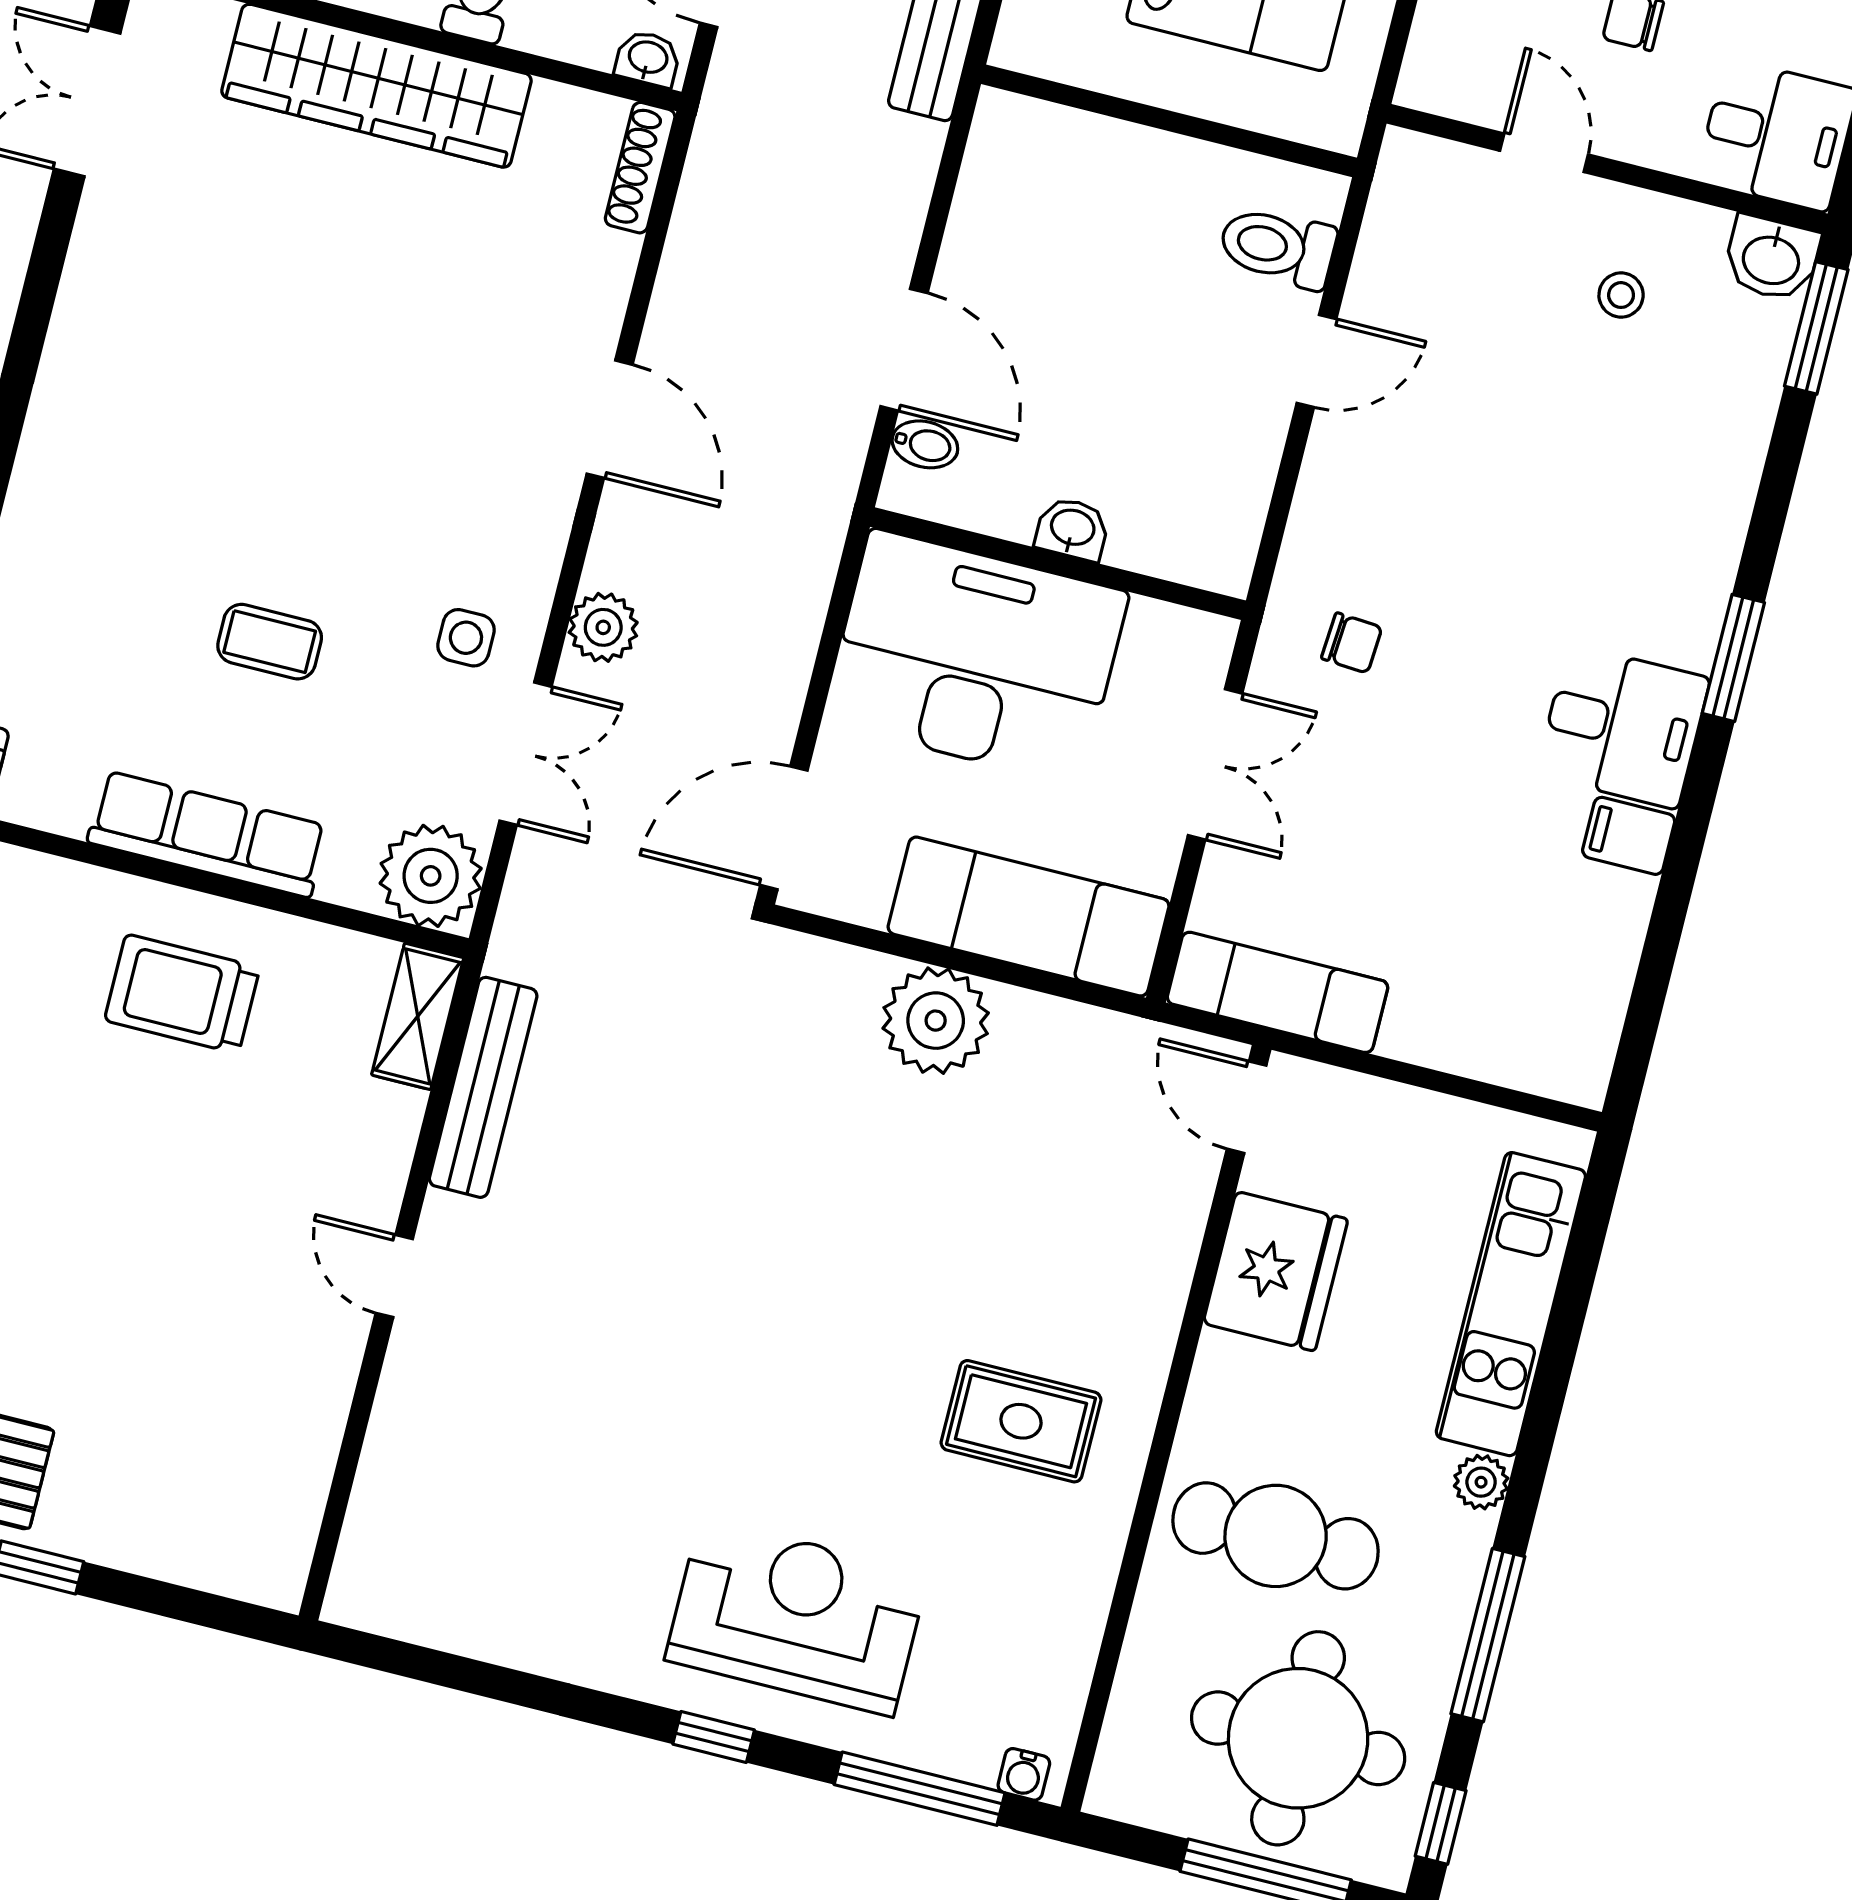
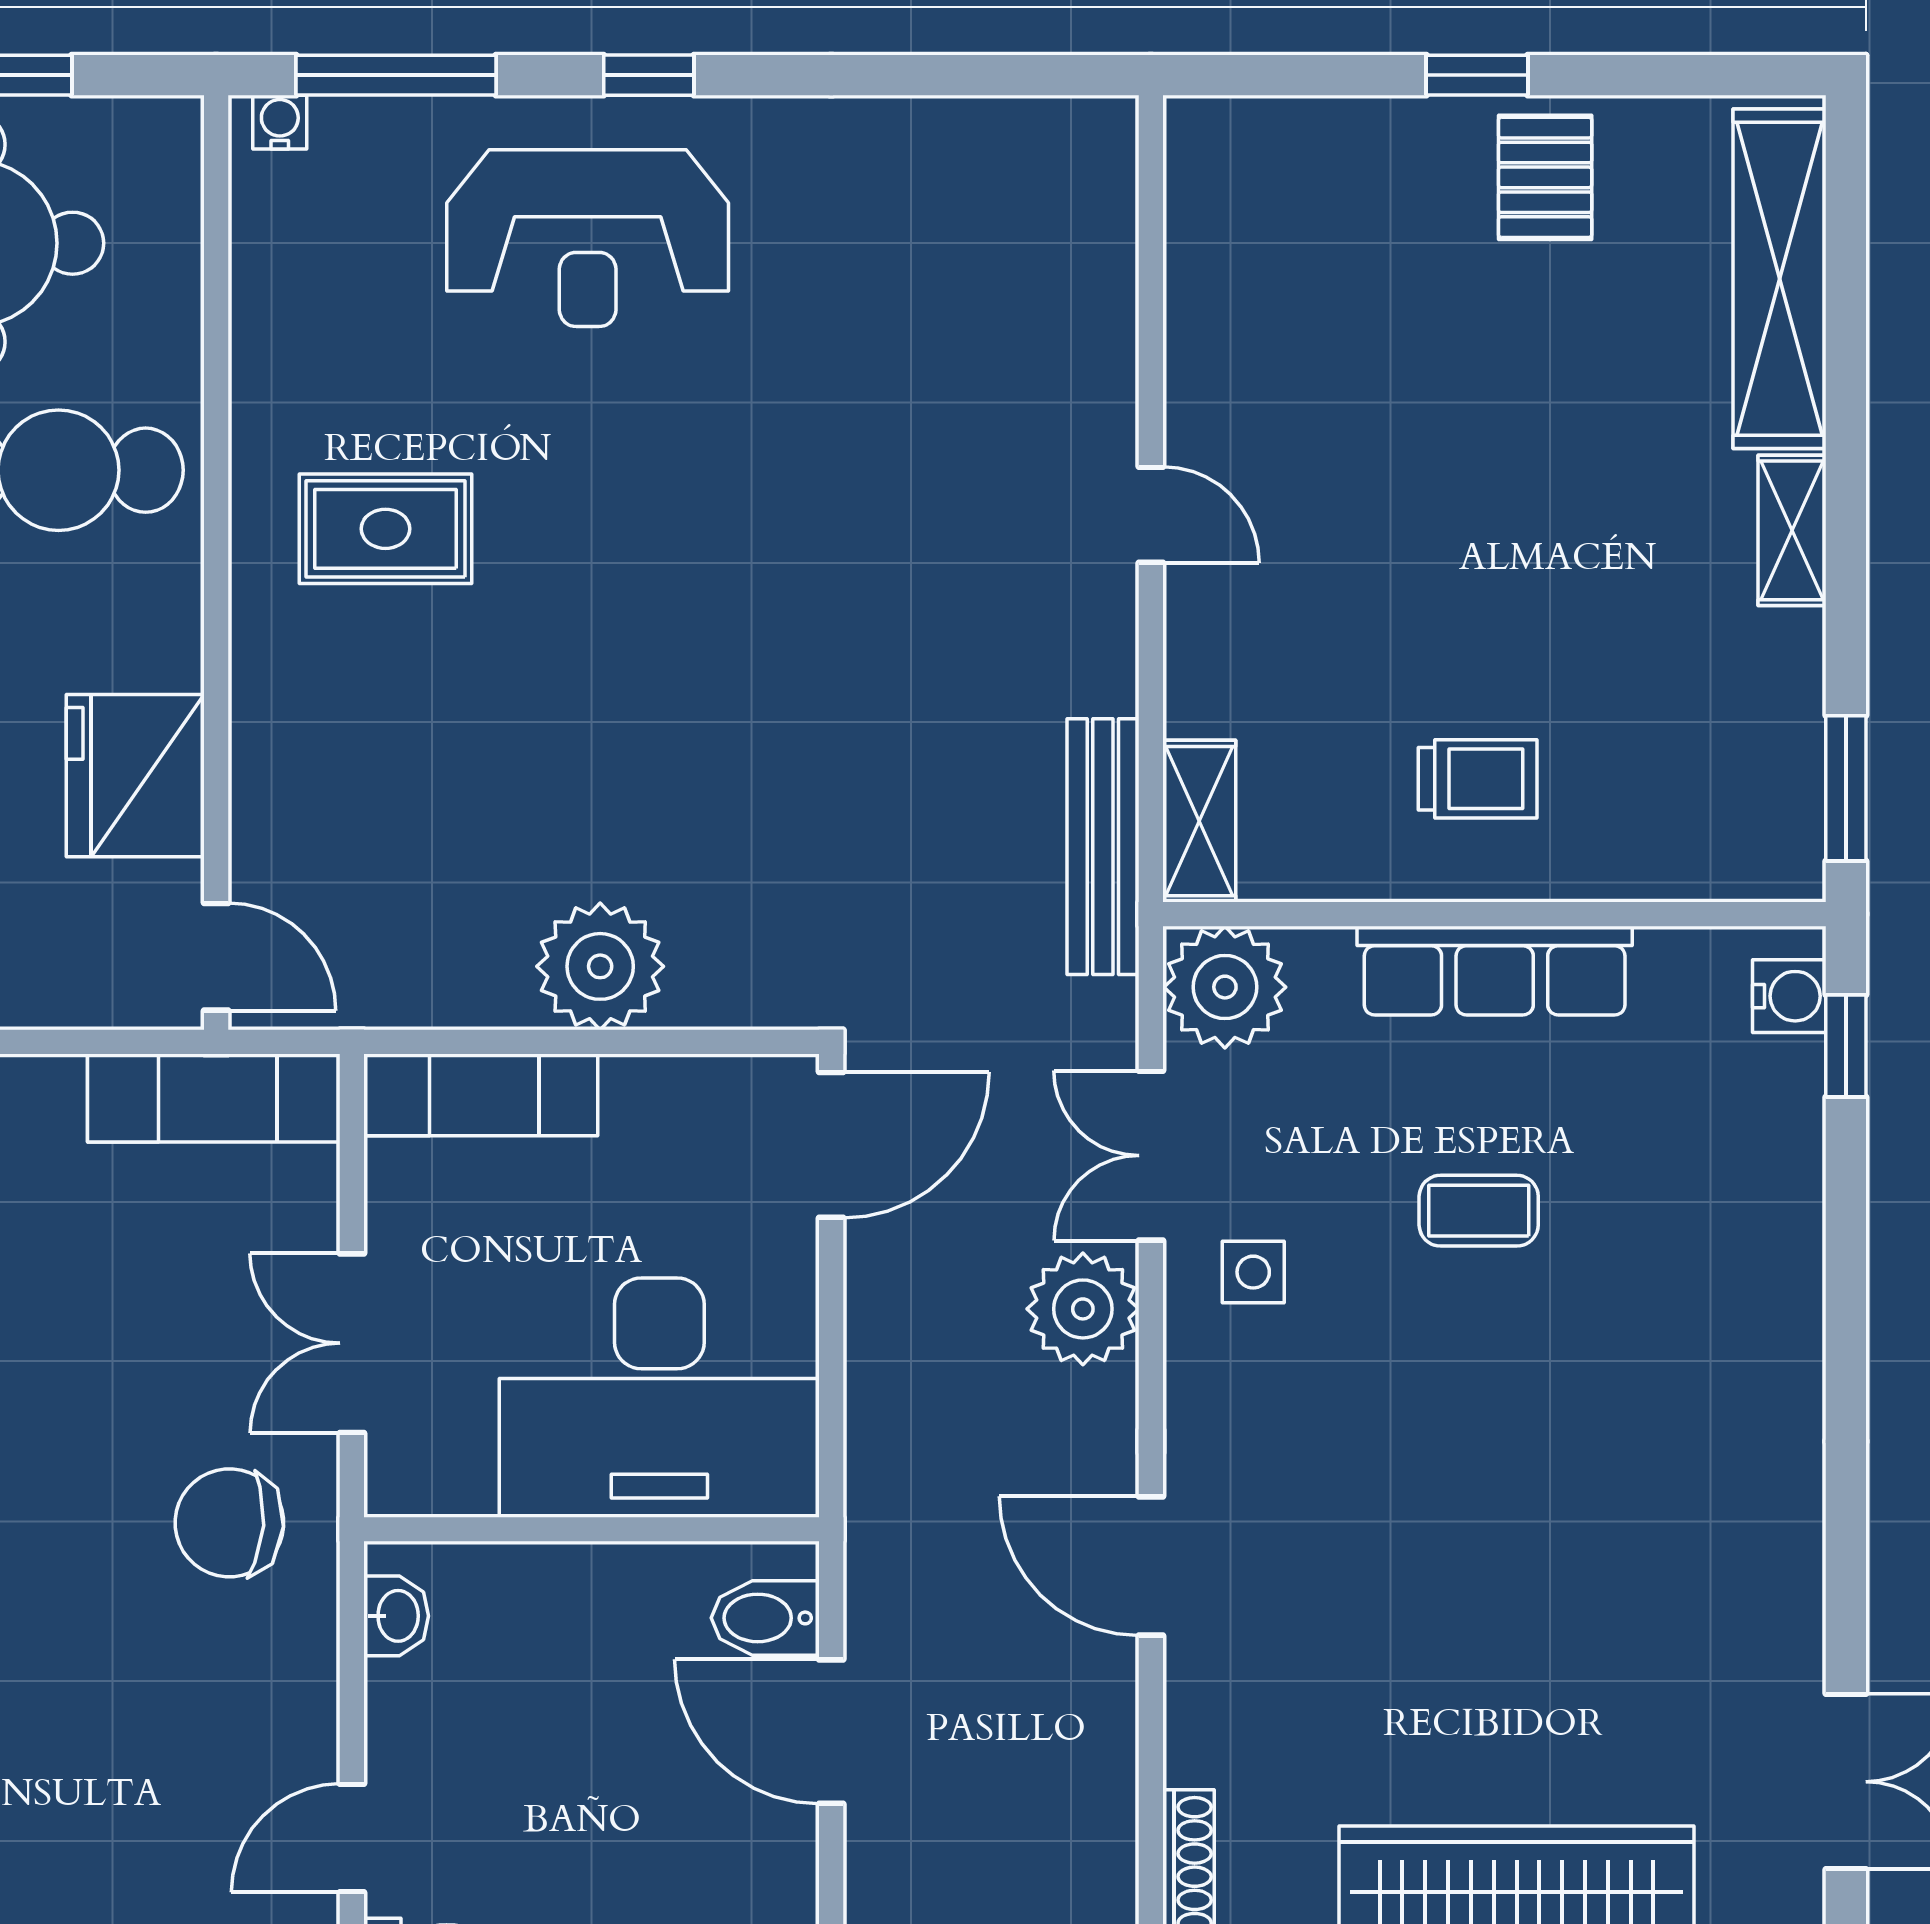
bidet: (925, 444) -> (765, 1618), width x1.38, depth x1.36
washbasin: (1072, 529) -> (396, 1616), moved, turned -90
plant: (603, 627) -> (1083, 1309), width x1.36, depth x1.36
chair: (1352, 643) -> (229, 1523), width x1.87, depth x1.87
exam couch: (1028, 916) -> (481, 1095), width x0.73, depth x0.69
trolley: (182, 994) -> (1478, 779), width x0.73, depth x0.72
bench: (483, 1087) -> (1103, 847), moved

